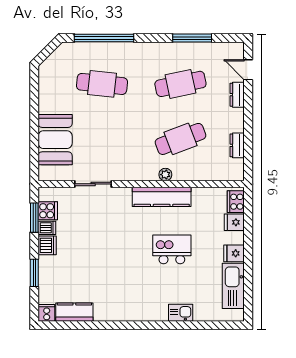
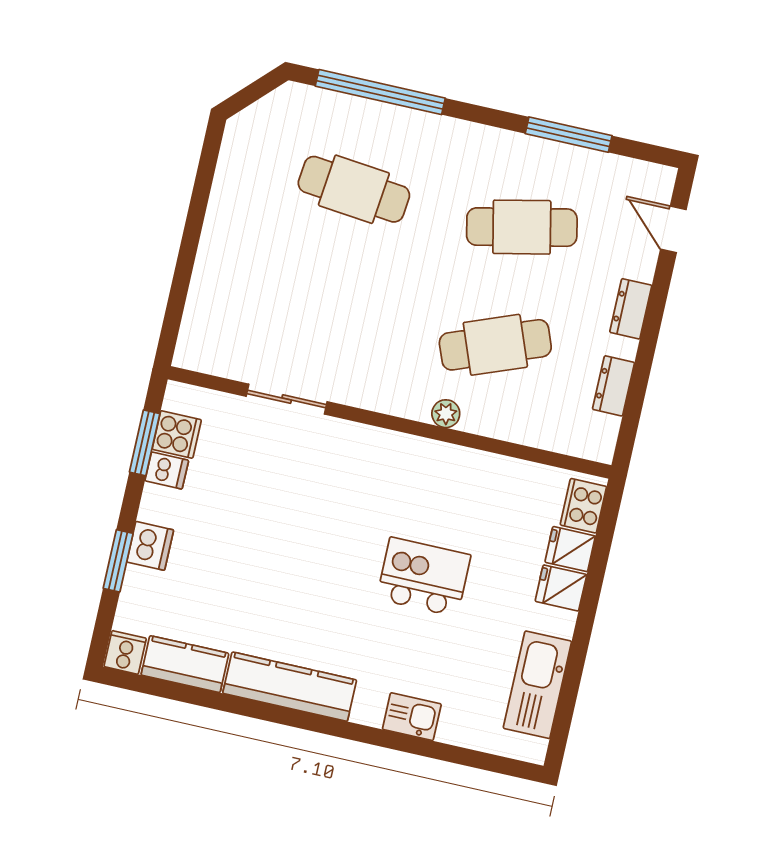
dresser: (237, 95) -> (631, 309), moved
booth: (55, 140) -> (227, 286), removed
kitchen counter: (162, 197) -> (290, 687), moved, turned 180
dishwasher: (47, 245) -> (150, 546), moved
fridge: (234, 253) -> (561, 588), moved

